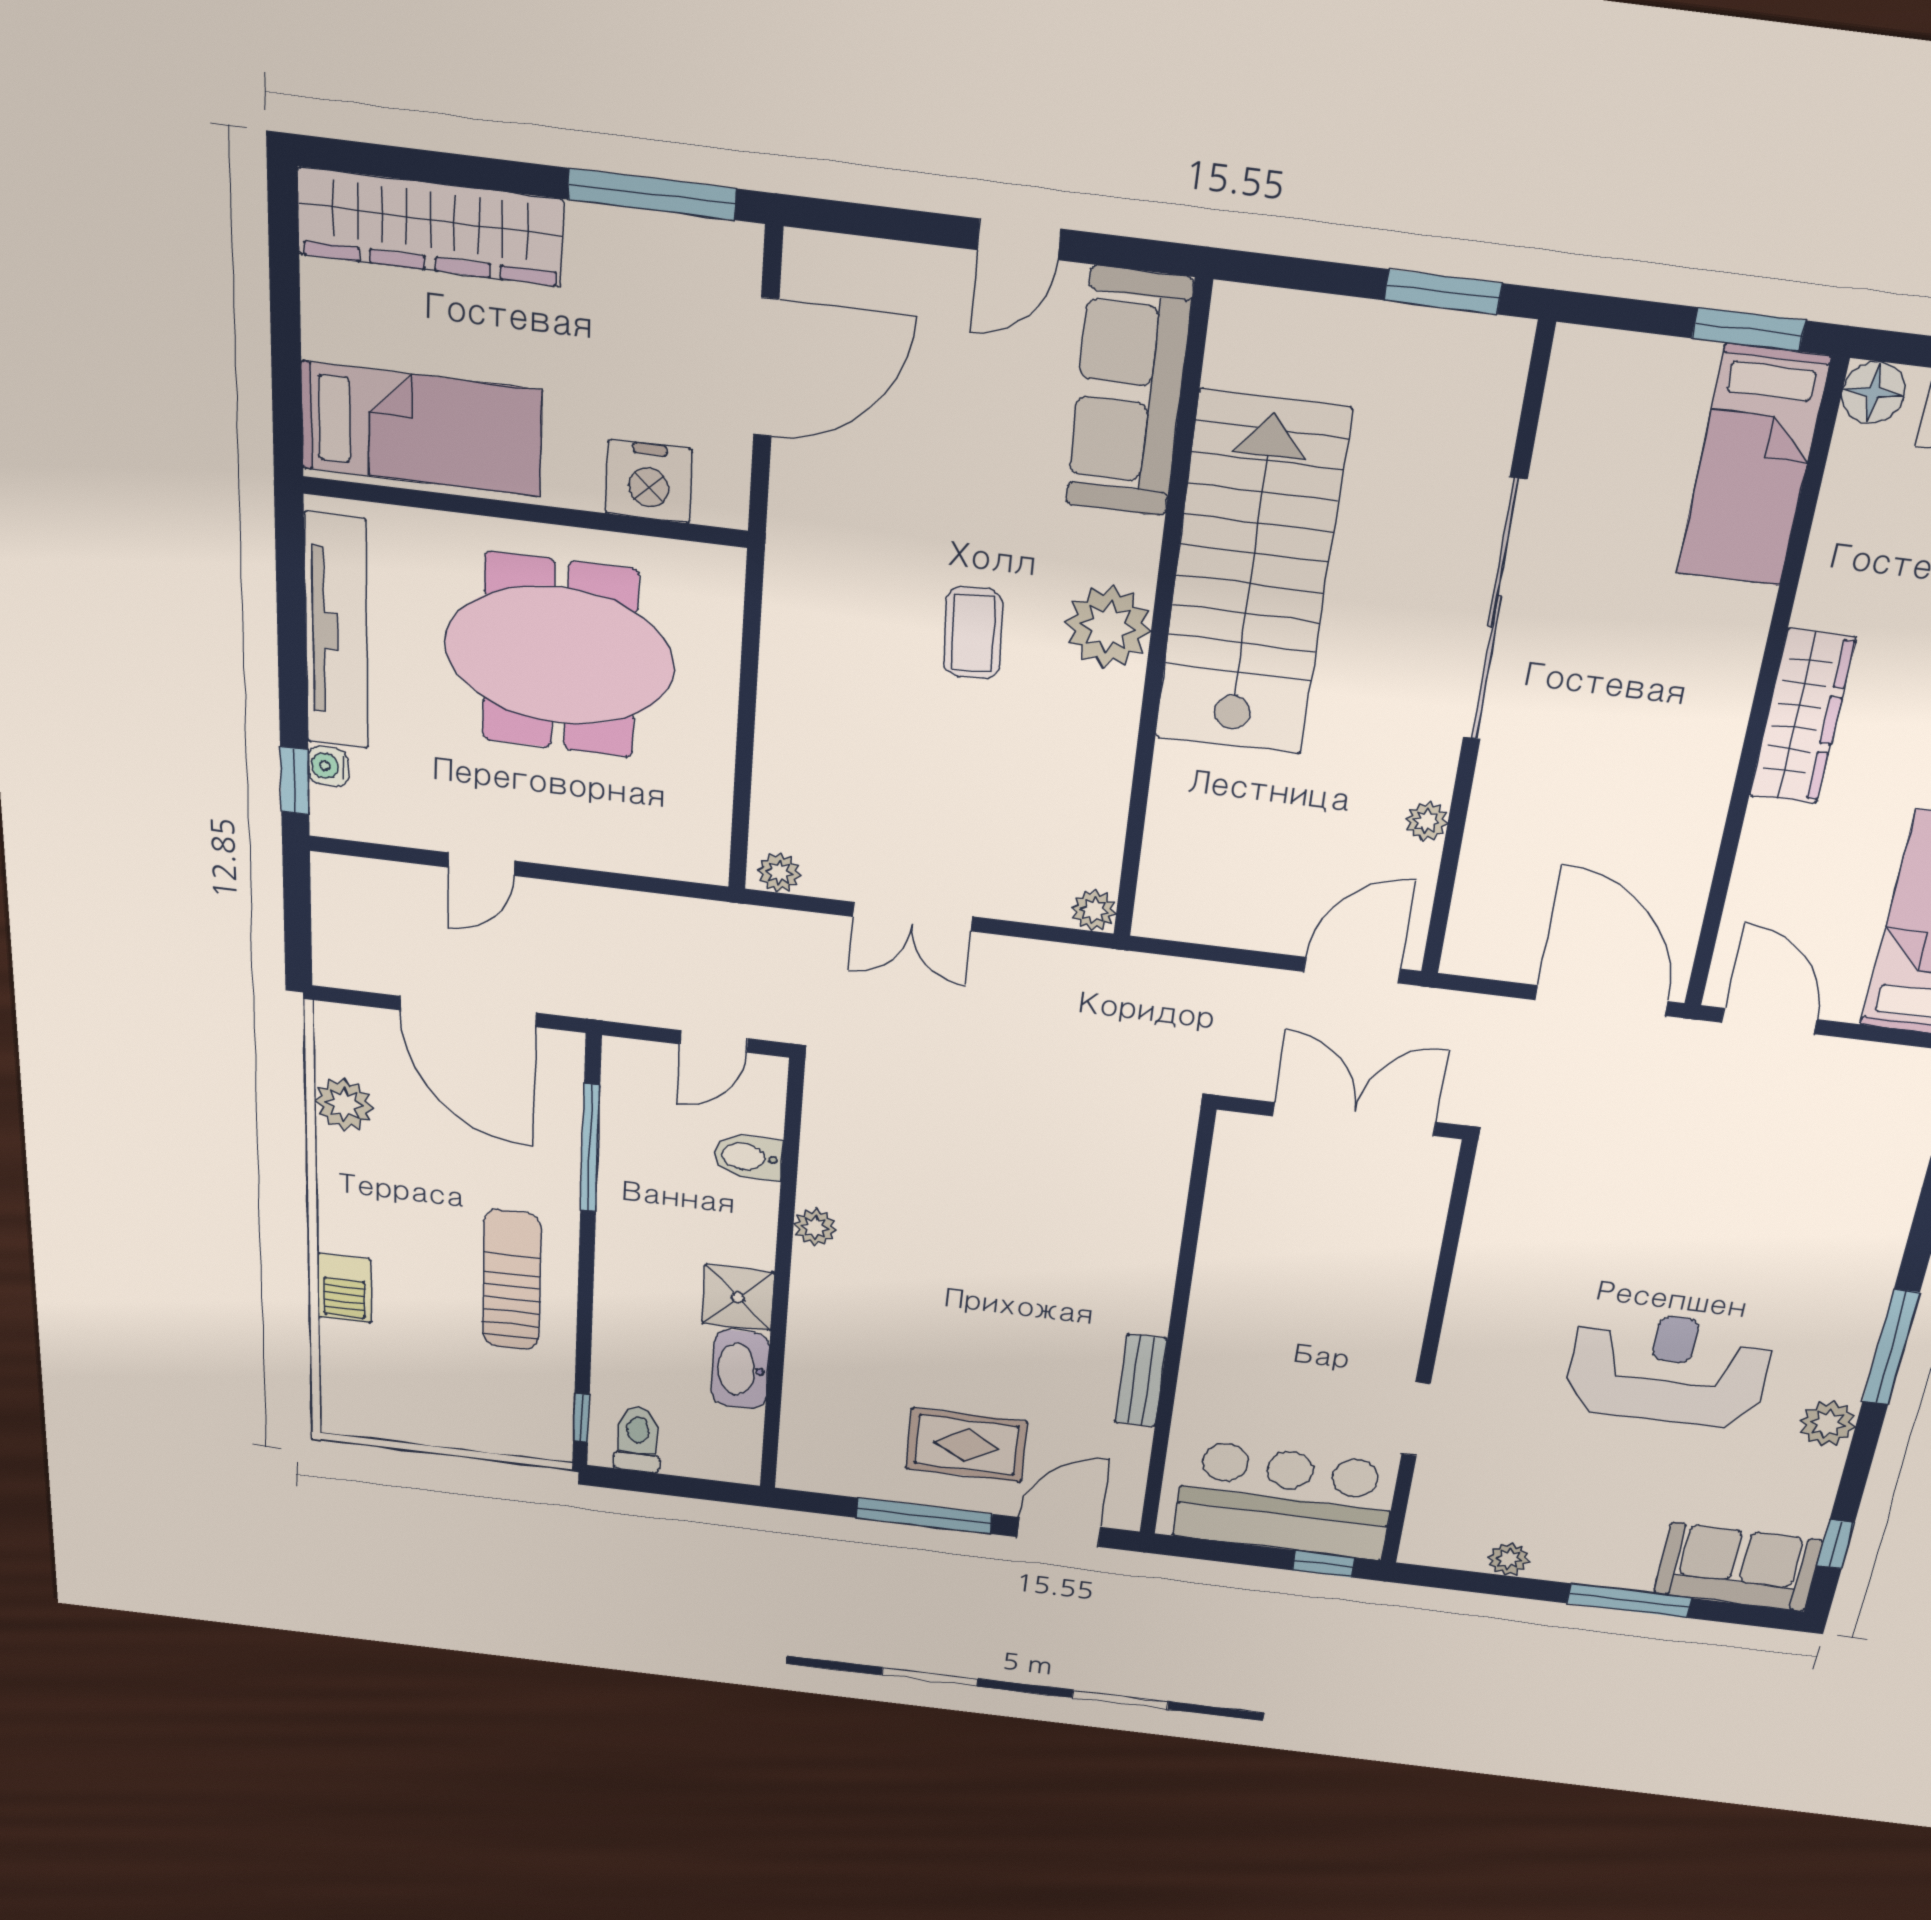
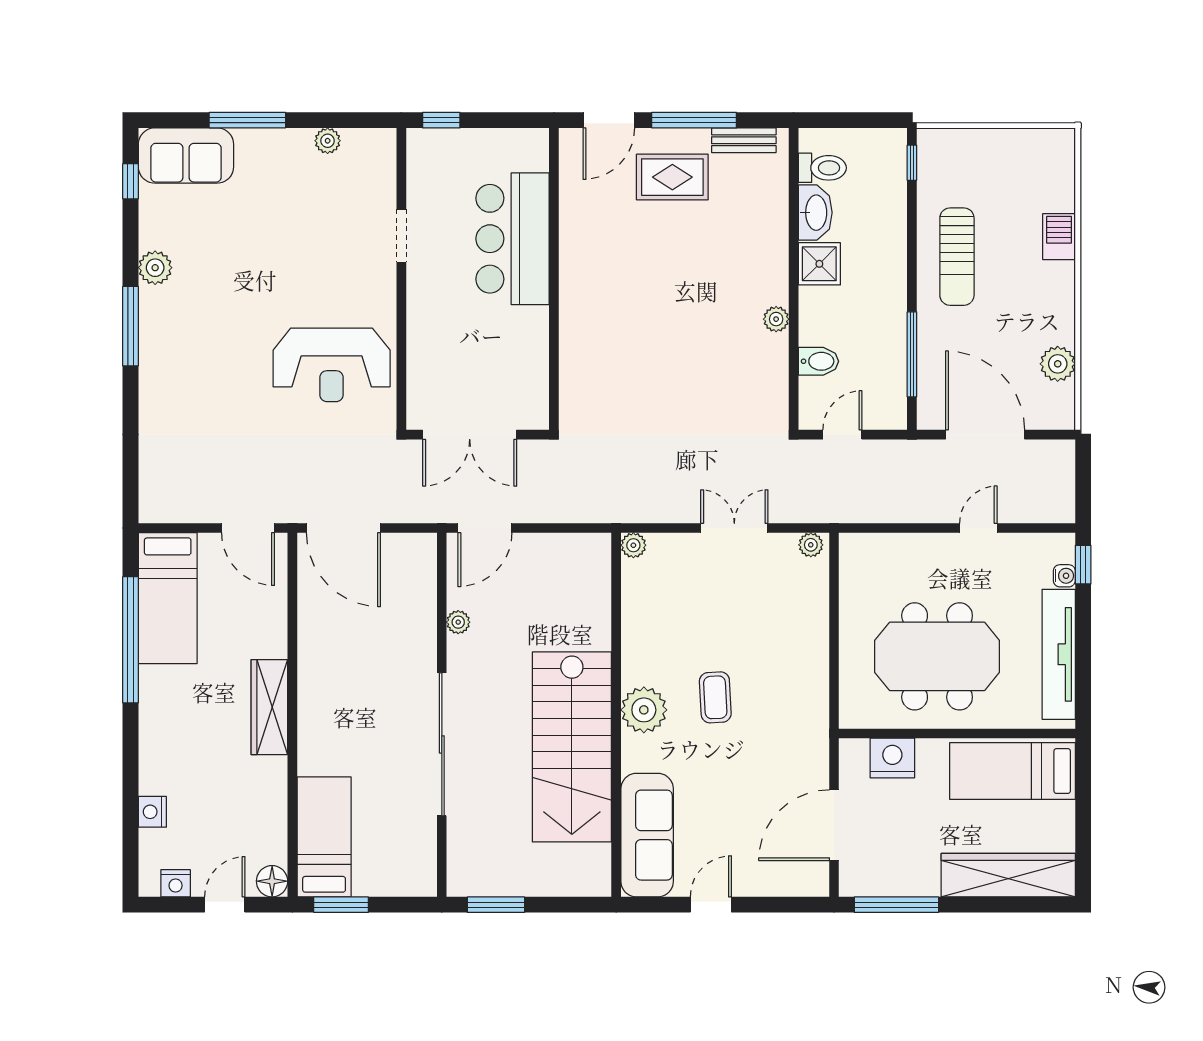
reception desk: (1668, 1369) -> (332, 365), moved
bench: (1141, 1380) -> (744, 140), moved, turned 90
toilet: (637, 1439) -> (822, 168), moved, turned -90
bar counter: (1285, 1500) -> (513, 239), moved, turned 90

